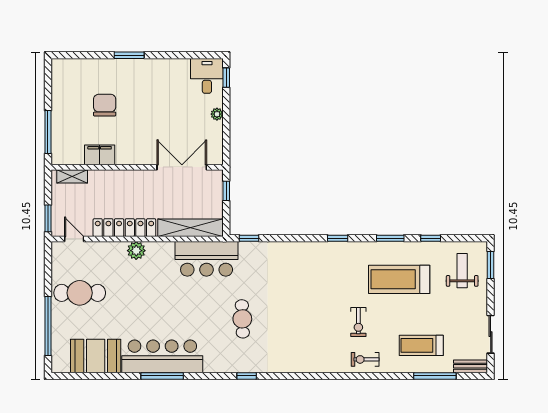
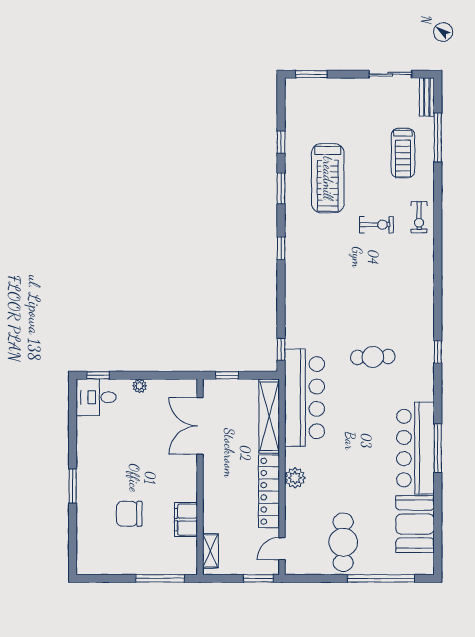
bar counter: (207, 259) -> (304, 398), width x1.36
weight bench: (462, 271) -> (318, 106), removed

